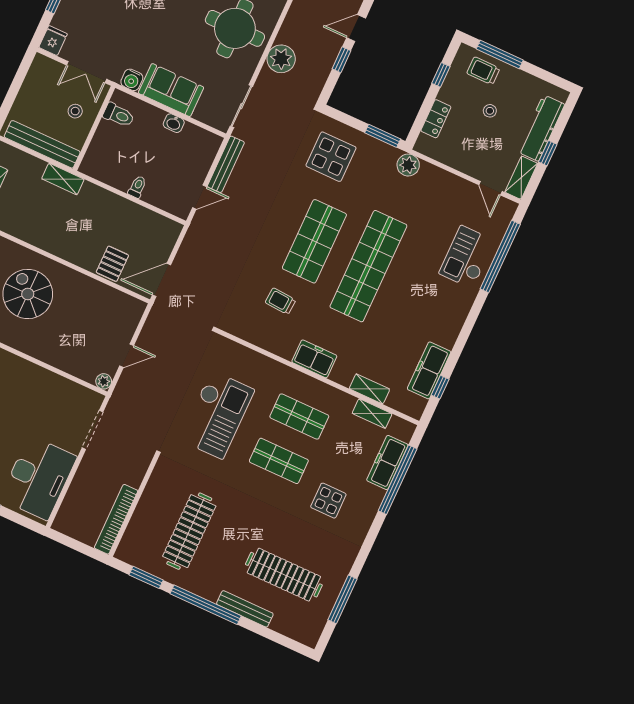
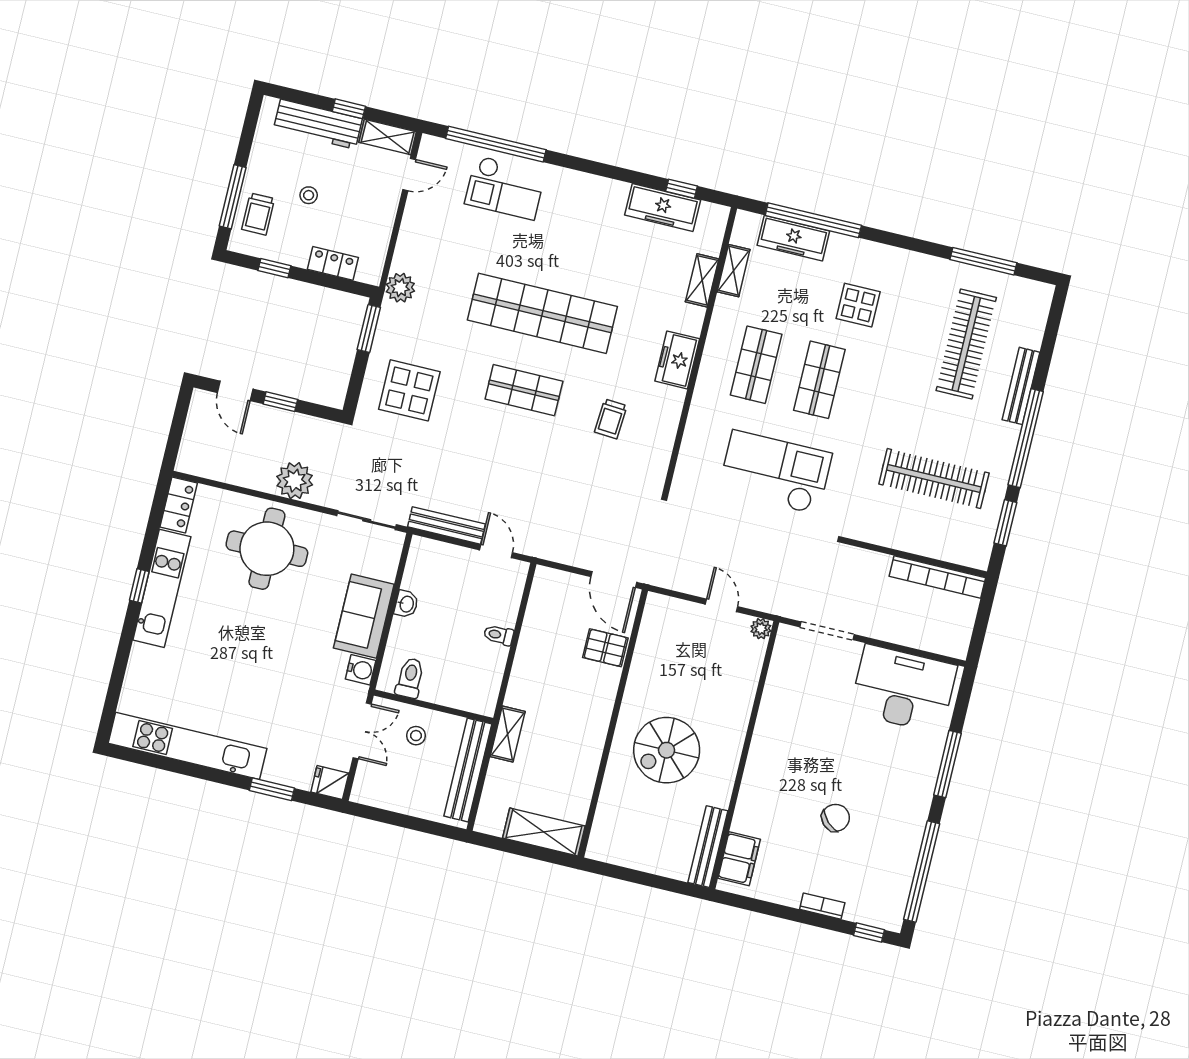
shop shelf: (314, 241) -> (524, 390), width x0.70, depth x0.74

